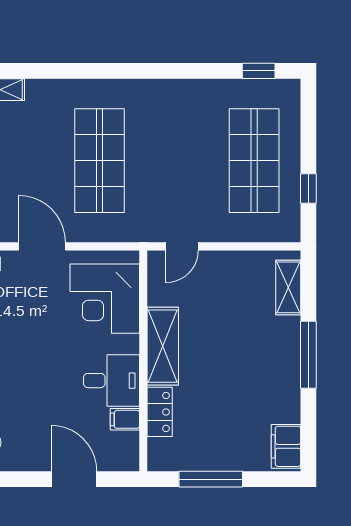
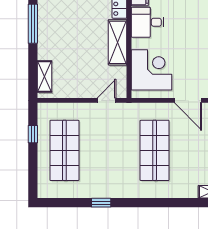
window: (259, 71) -> (101, 203), moved
window: (308, 355) -> (33, 24), moved

